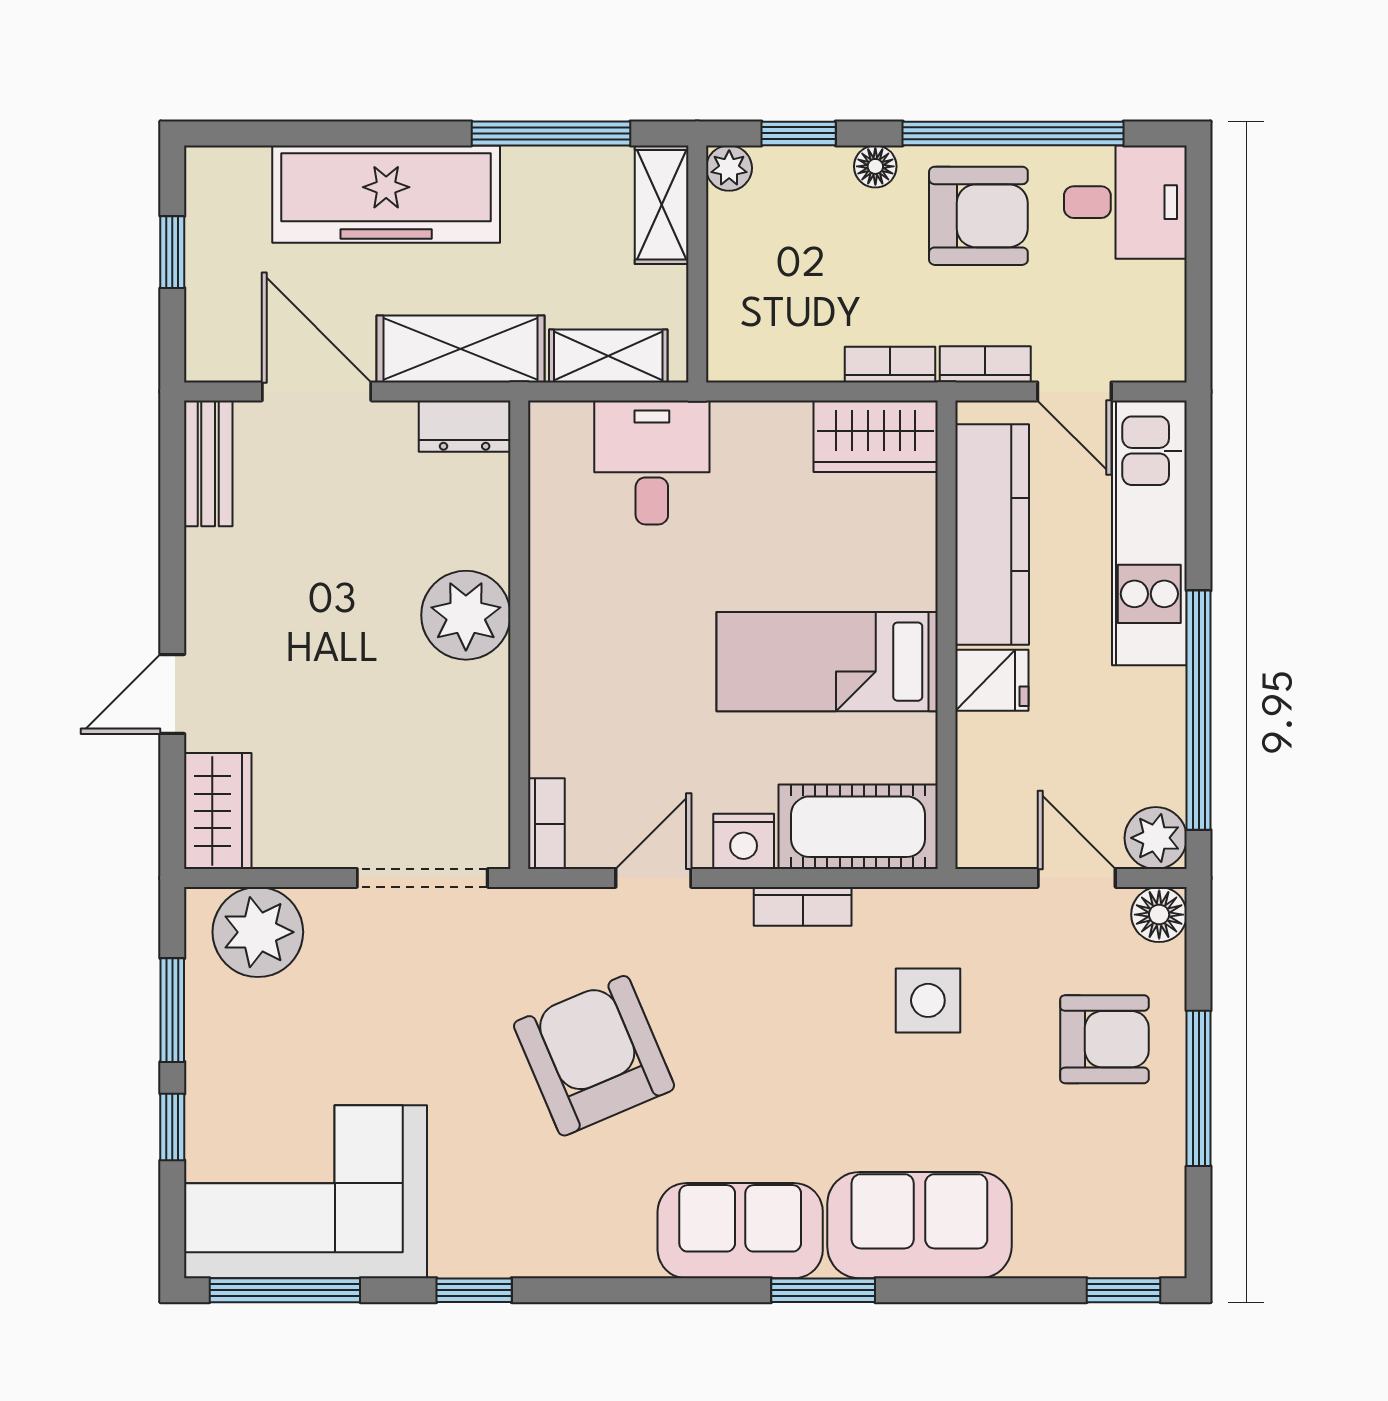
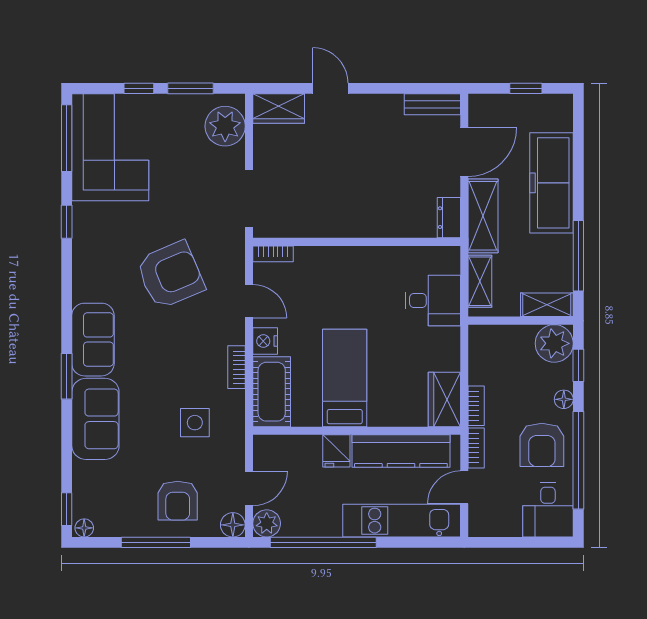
plant: (729, 168) -> (554, 343), width x1.88, depth x1.88
plant: (466, 615) -> (365, 218), removed
floor lamp: (1166, 1250) -> (84, 528), added

